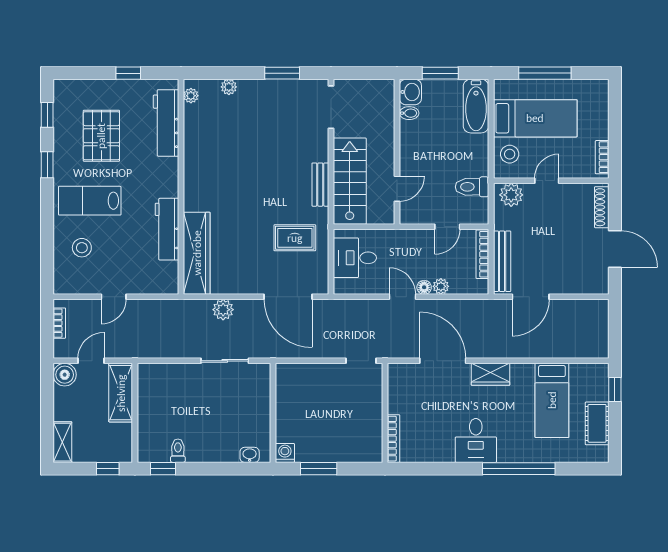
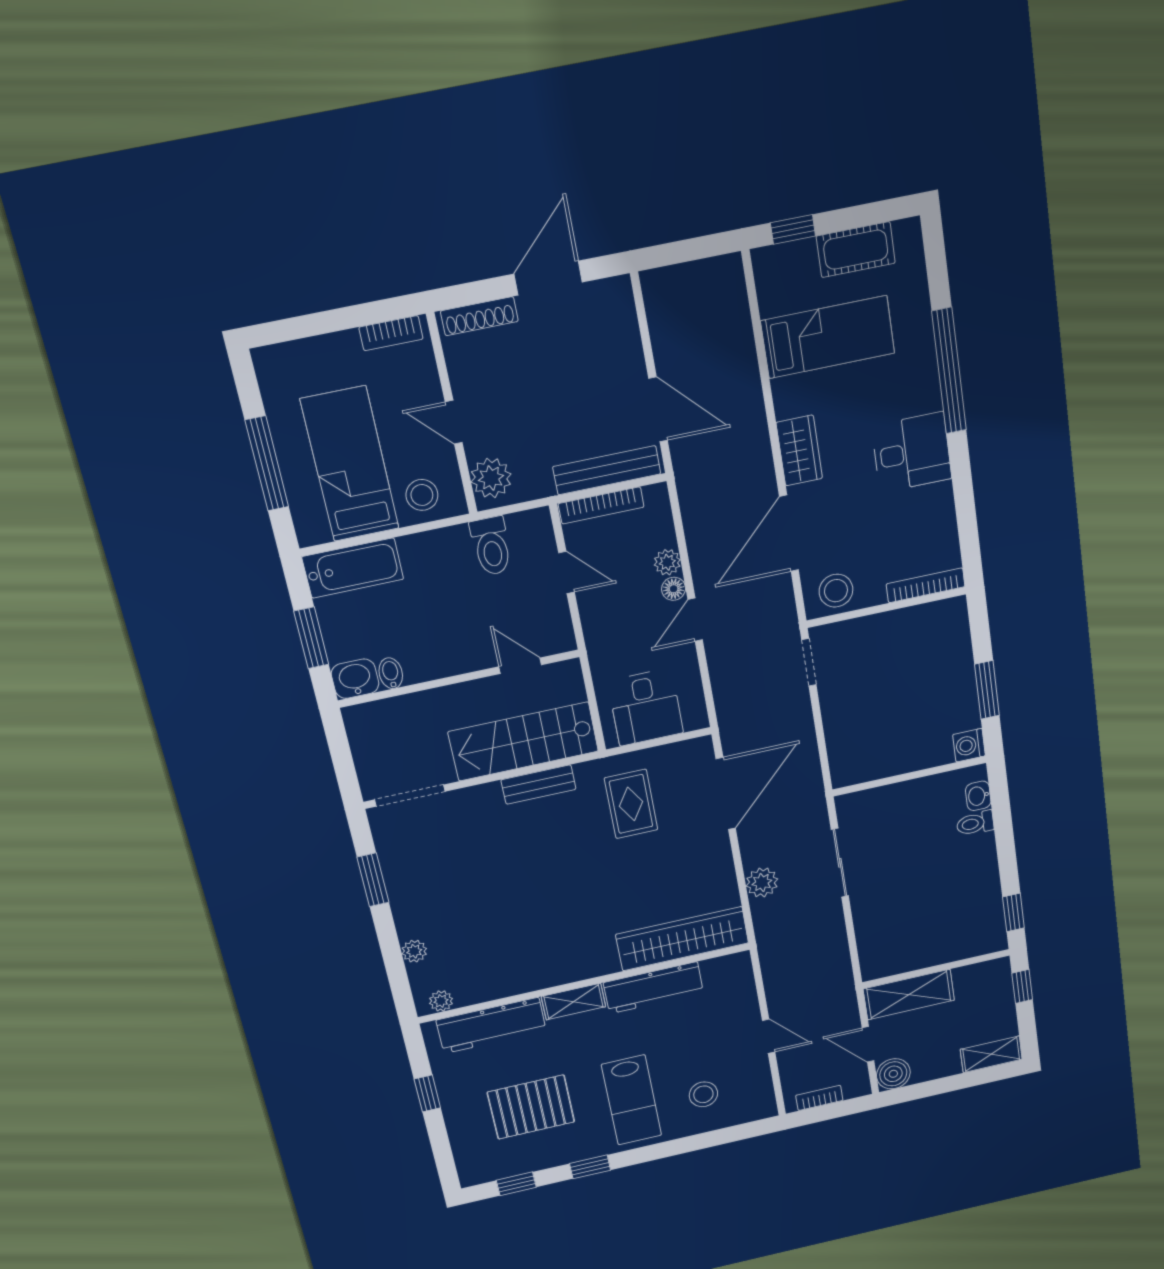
shelving: (170, 177) -> (573, 1002), added
stool: (402, 384) -> (836, 591), added
toilet: (178, 451) -> (975, 823), moved

